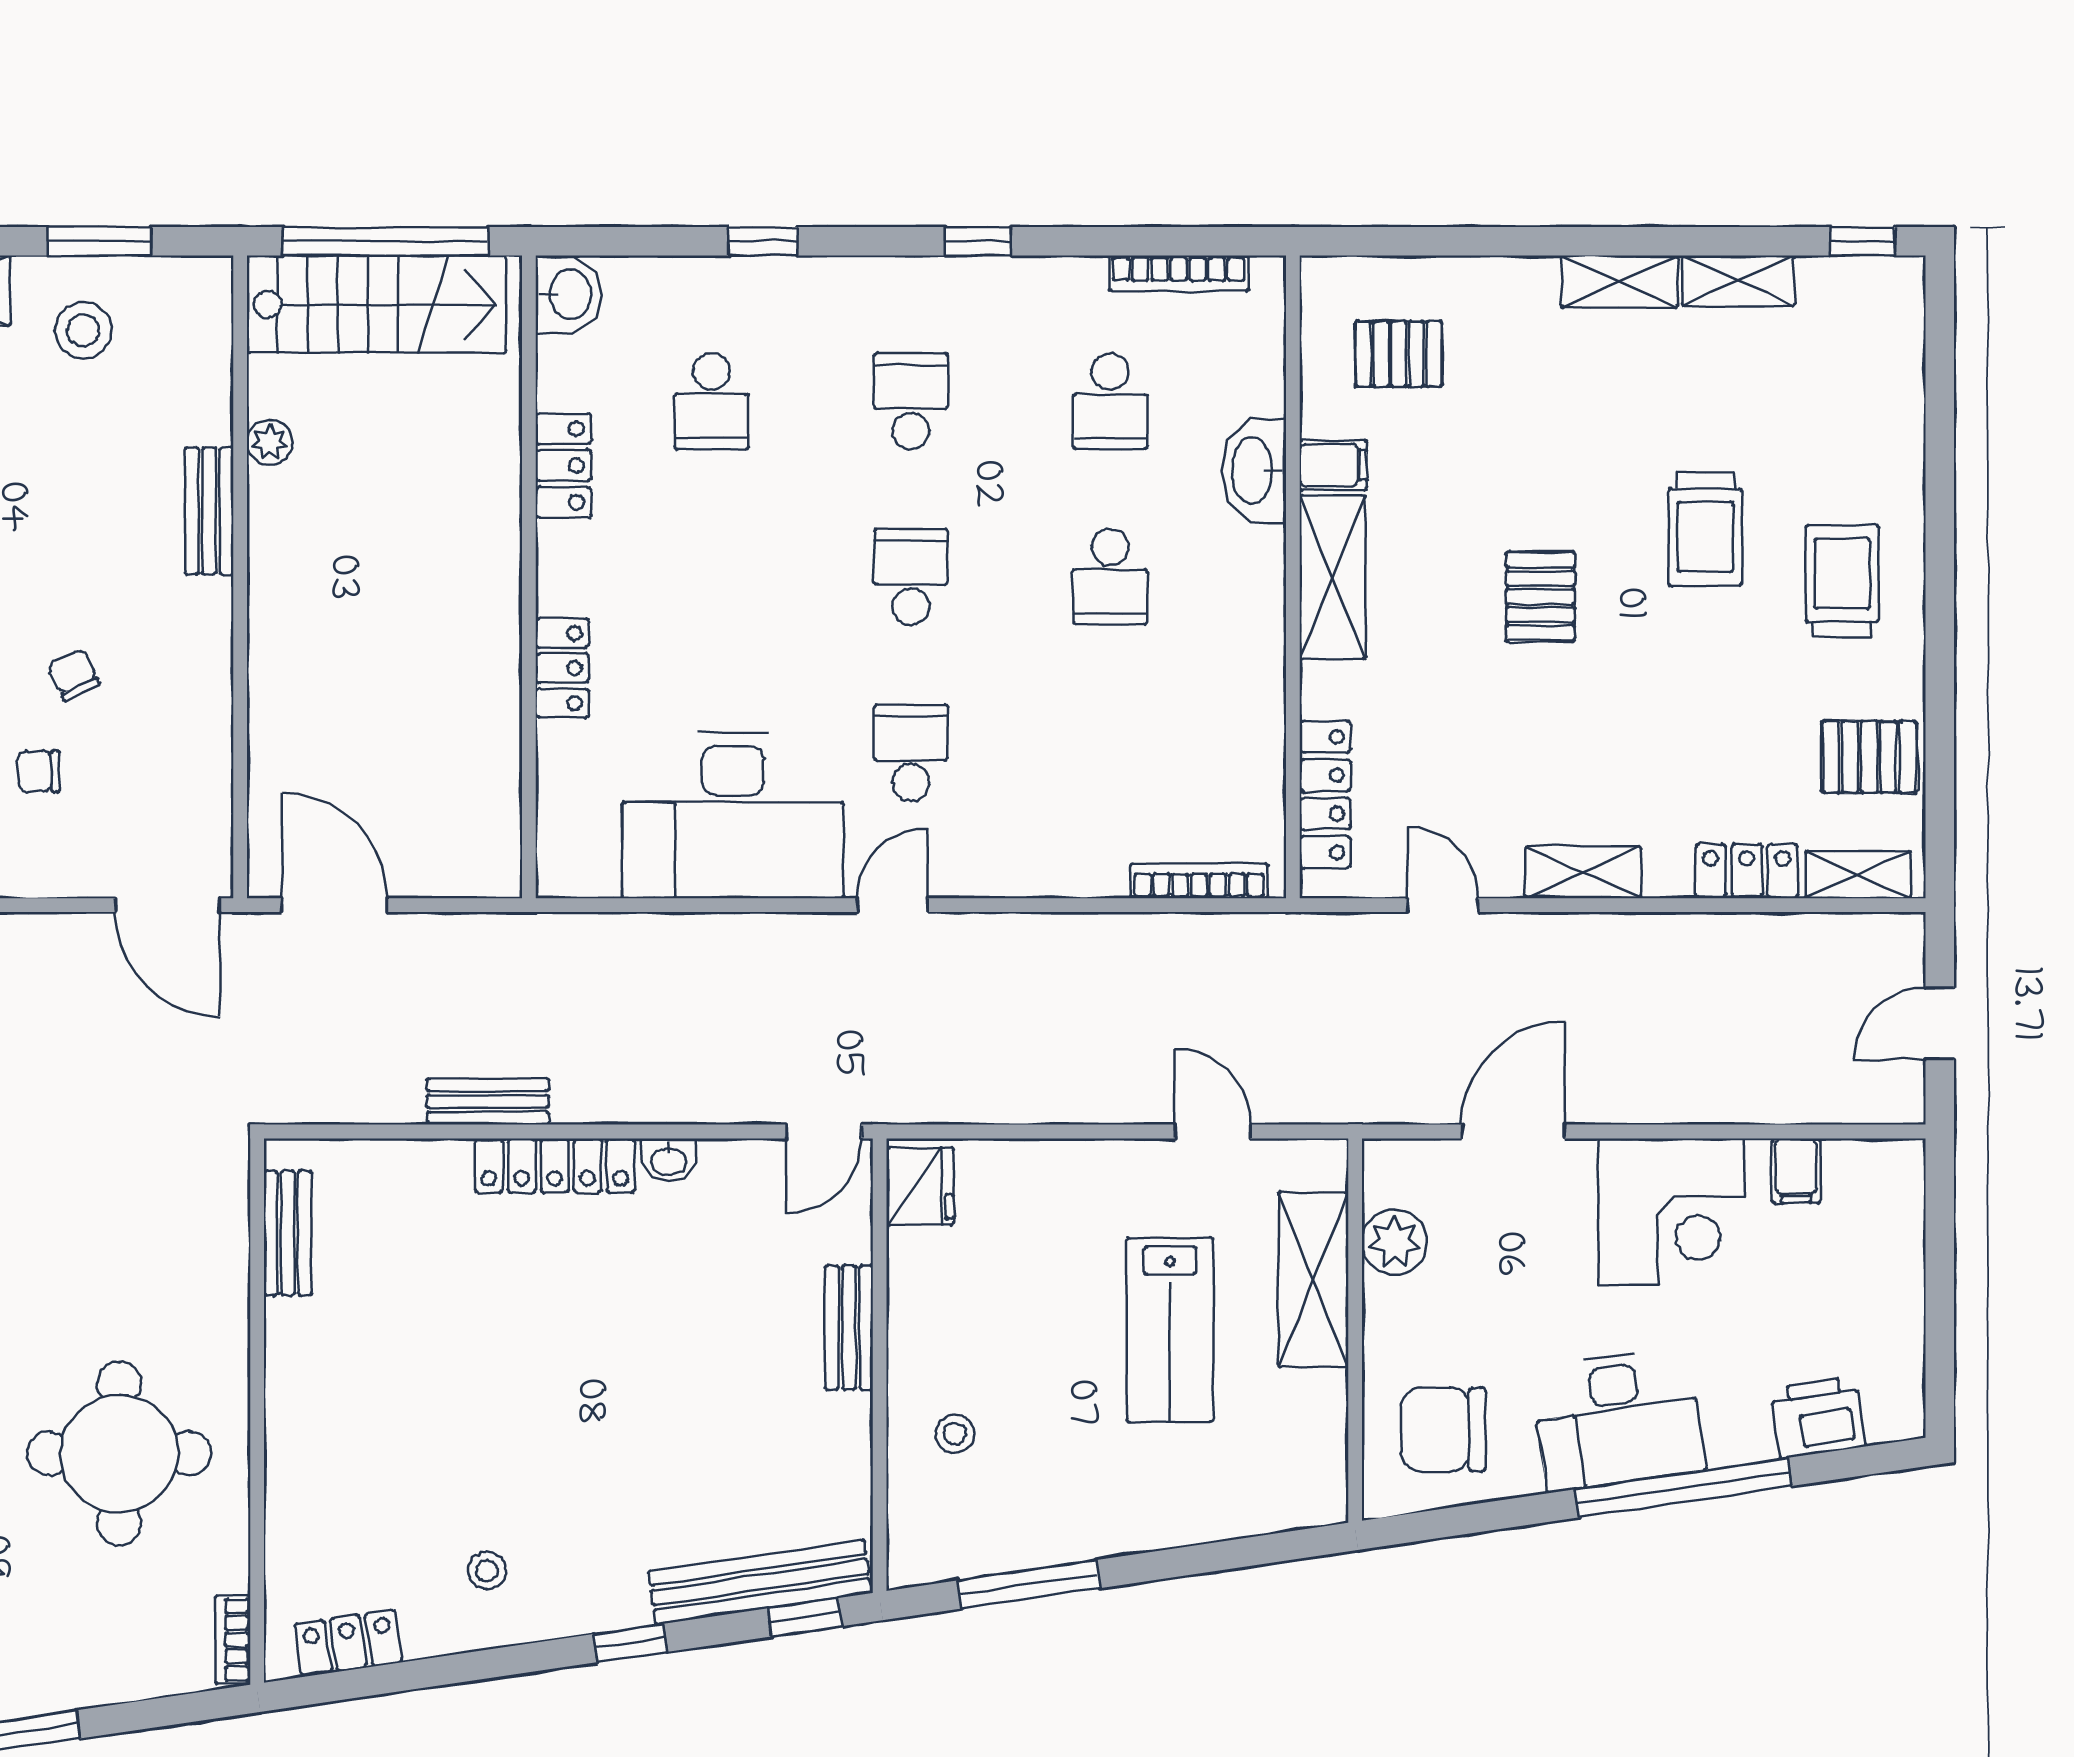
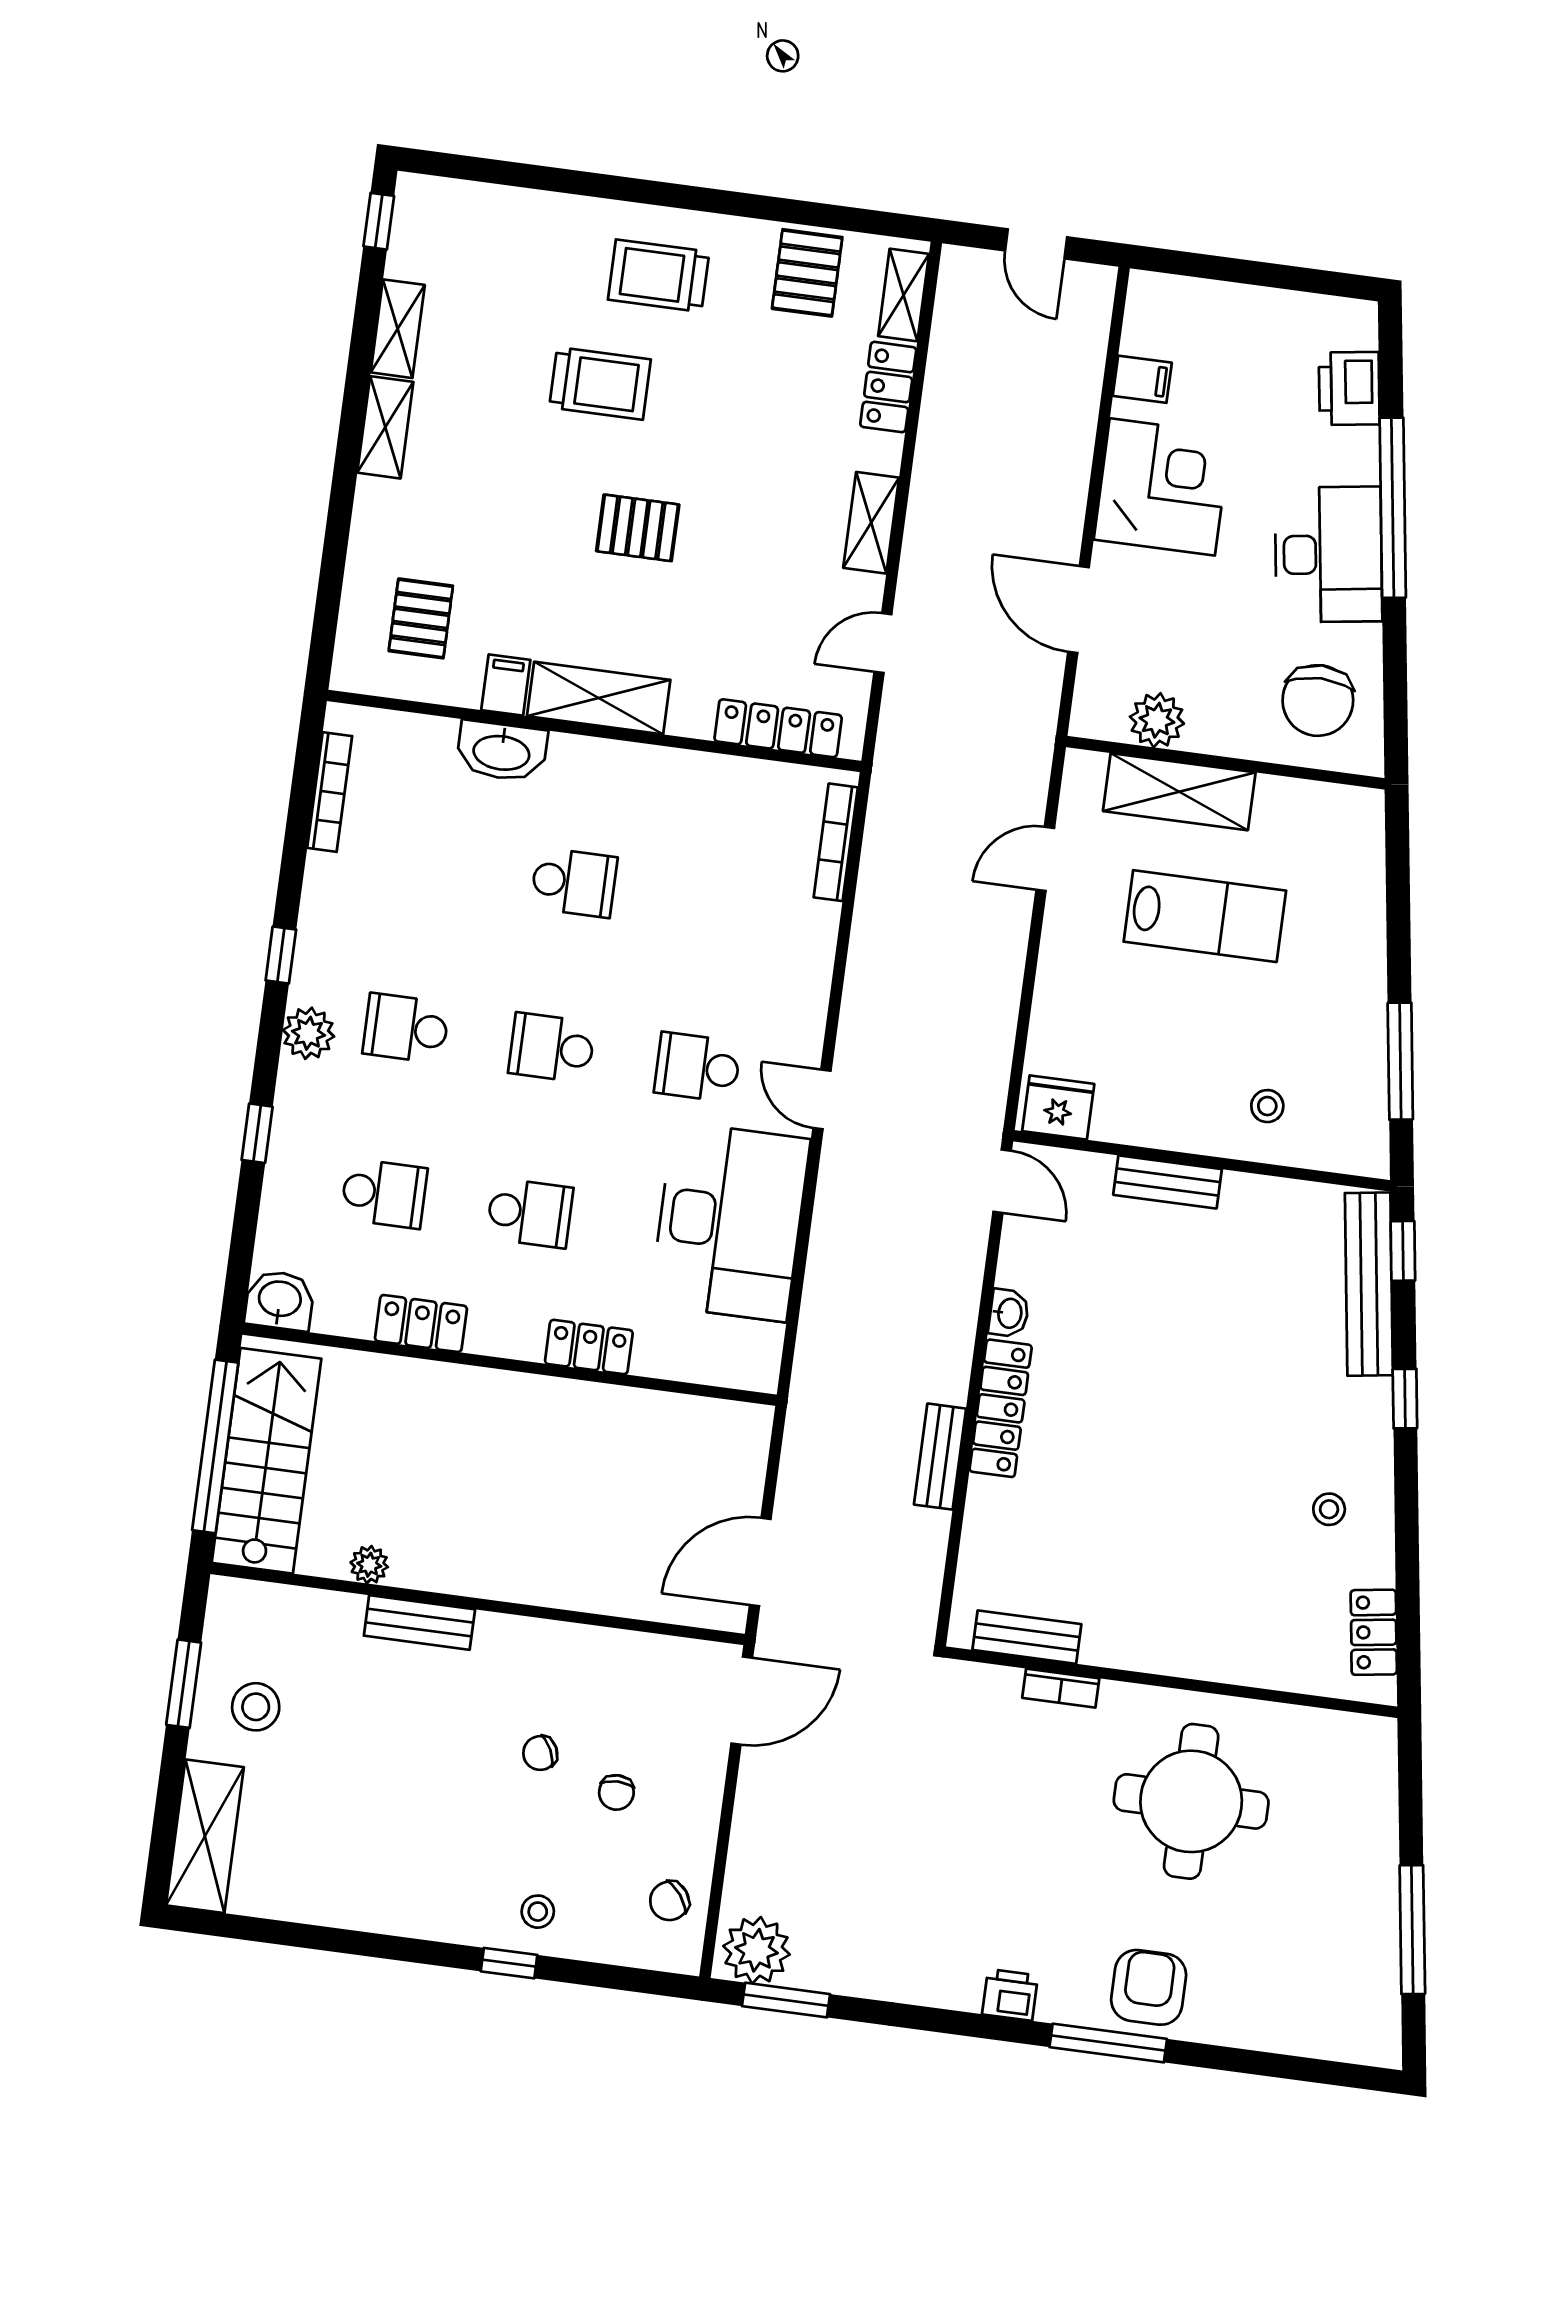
plant: (890, 286) -> (308, 1033), added
school desk: (1110, 401) -> (530, 1213), moved
bookcase: (233, 1640) -> (1061, 1688), moved

